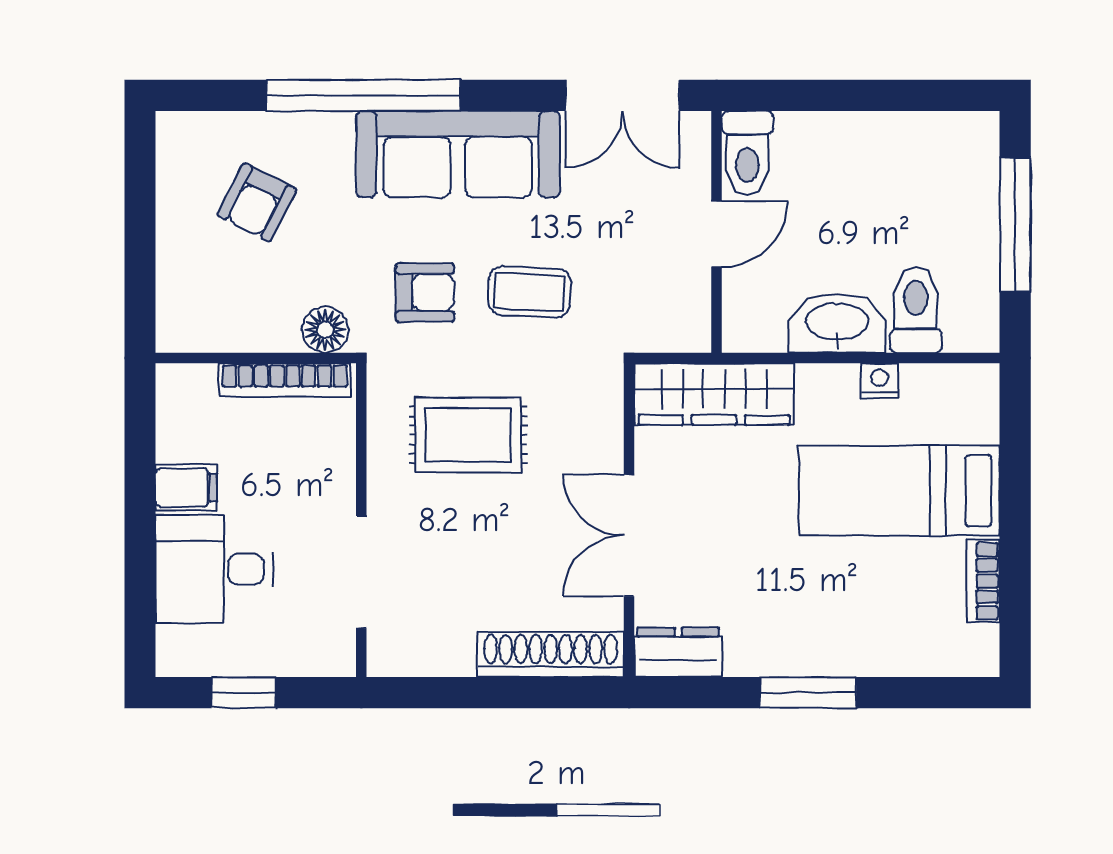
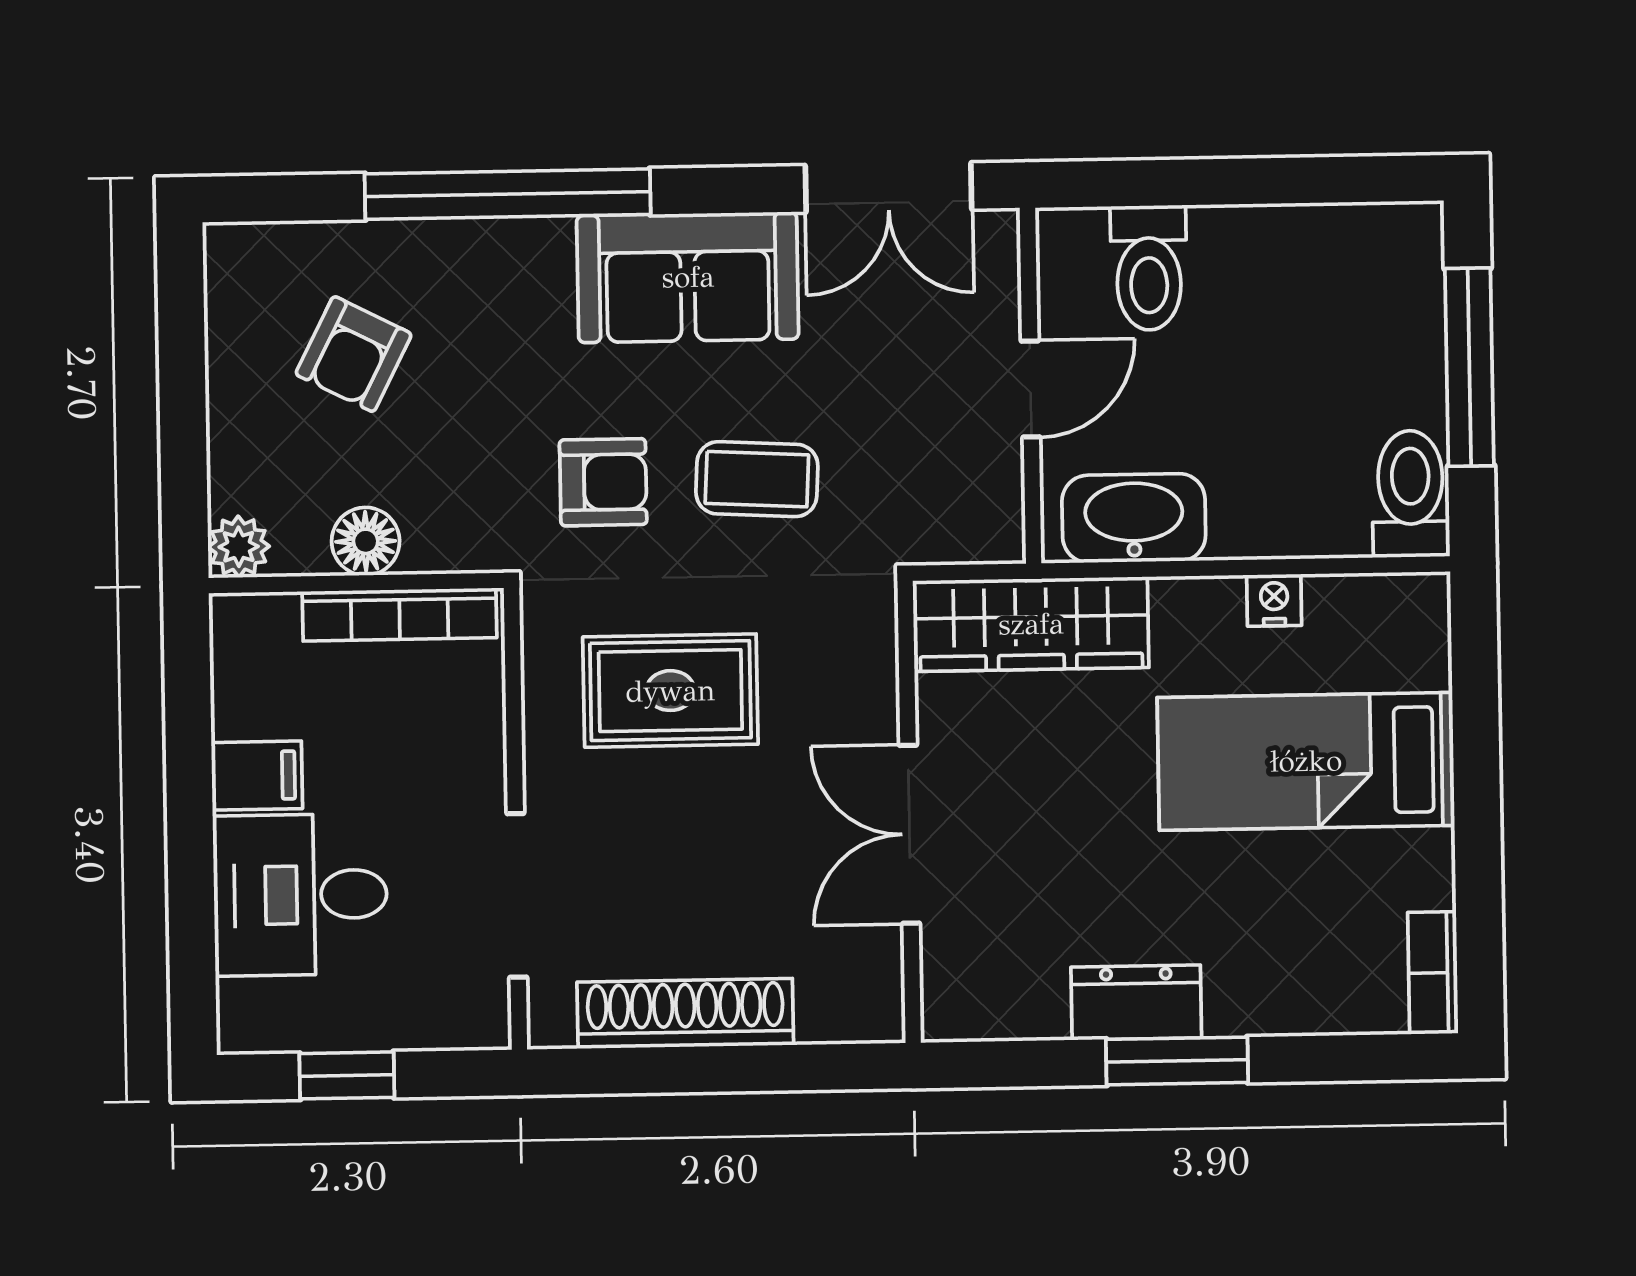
toilet: (747, 153) -> (1149, 268), moved
sofa: (458, 154) -> (688, 277), width x0.73
toilet: (916, 310) -> (1411, 494), moved
washbasin: (837, 323) -> (1134, 518), moved
floor lamp: (325, 330) -> (366, 541), moved
plant: (176, 332) -> (239, 547), added
bookcase: (983, 581) -> (1433, 973), moved
dresser: (678, 652) -> (1136, 1002), moved
shoe rack: (551, 655) -> (685, 1014), moved

